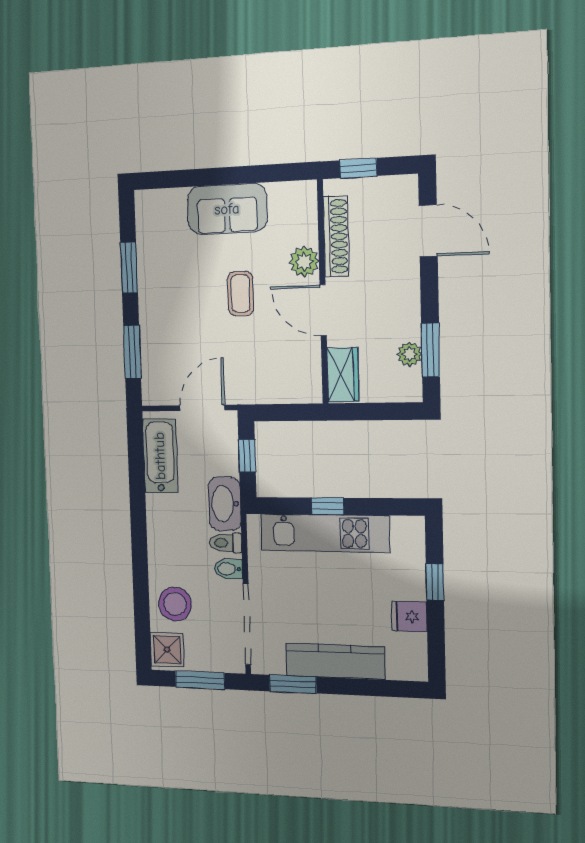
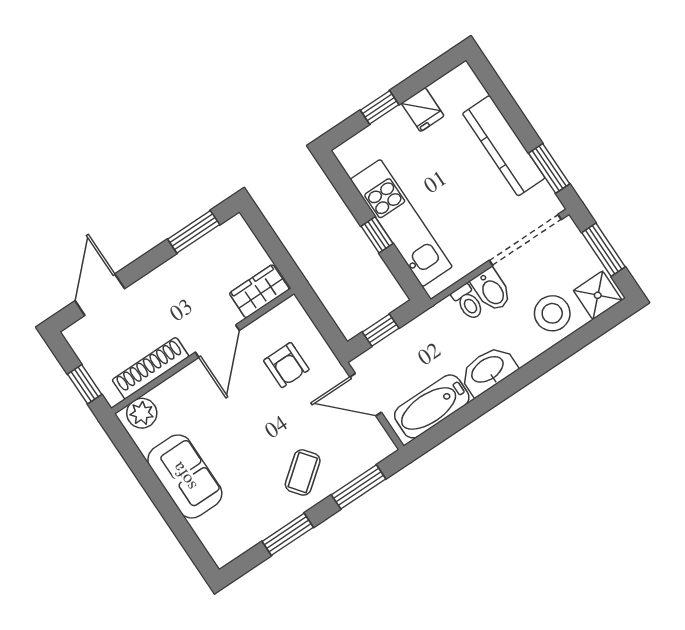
plant: (304, 262) -> (142, 413), moved
coffee table: (240, 294) -> (303, 472), moved, turned -38
plant: (410, 354) -> (208, 247), removed
armchair: (267, 357) -> (286, 365), added
washbasin: (225, 504) -> (488, 370), moved, turned 180
bidet: (228, 569) -> (492, 290), width x1.38, depth x1.36

